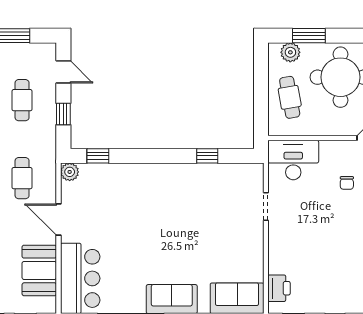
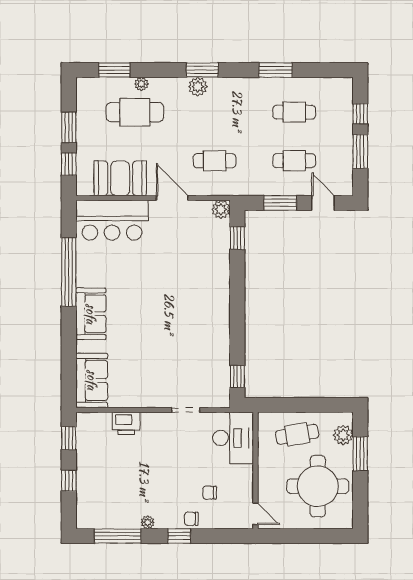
door: (63, 72) -> (323, 203), swing flipped
window: (63, 114) -> (280, 203), width x1.50
window: (207, 156) -> (237, 376), moved
door: (58, 220) -> (172, 198), hinge flipped
printer: (279, 288) -> (126, 423), moved

